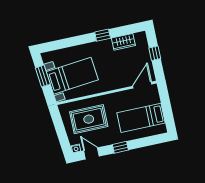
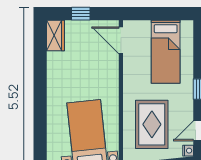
window: (103, 35) -> (40, 80), removed
wardrobe: (123, 42) -> (56, 35), moved

